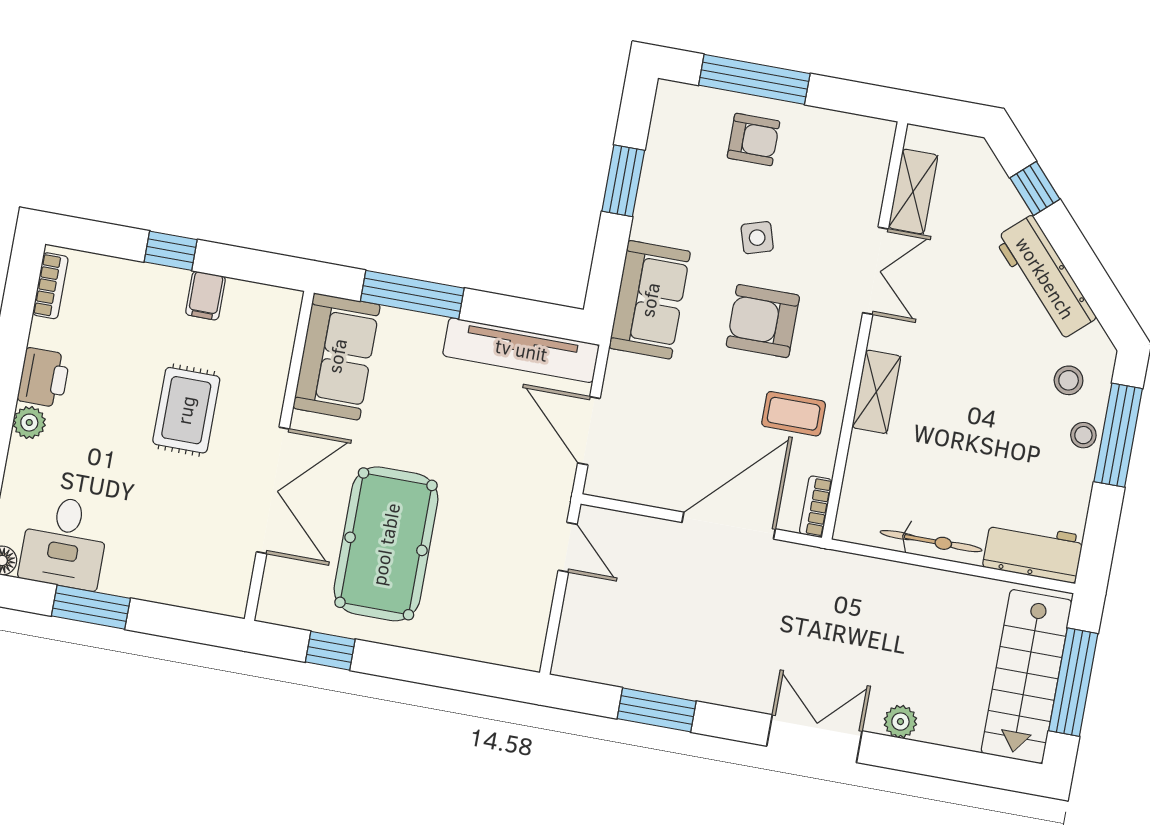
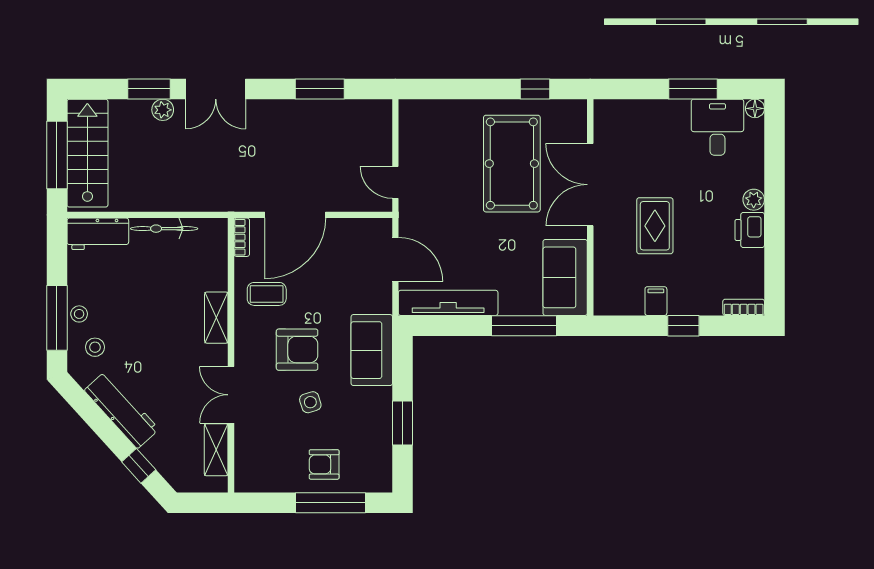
bookcase: (50, 286) -> (744, 307), moved, turned 90
window: (915, 757) -> (149, 89), added

